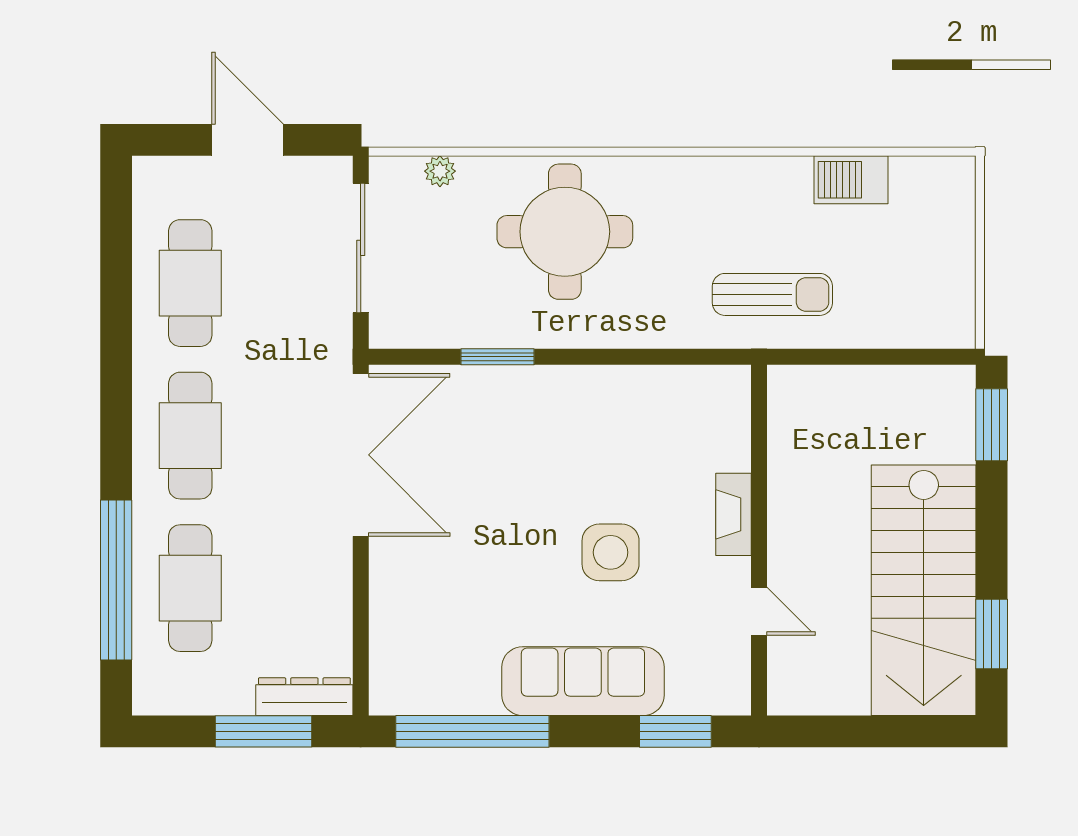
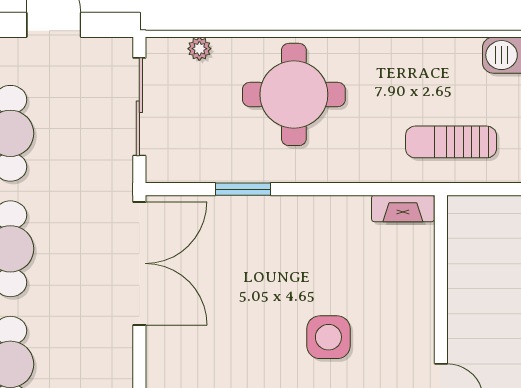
sun lounger: (772, 294) -> (451, 142), turned 180
fireplace: (734, 514) -> (403, 208), moved, turned -90

